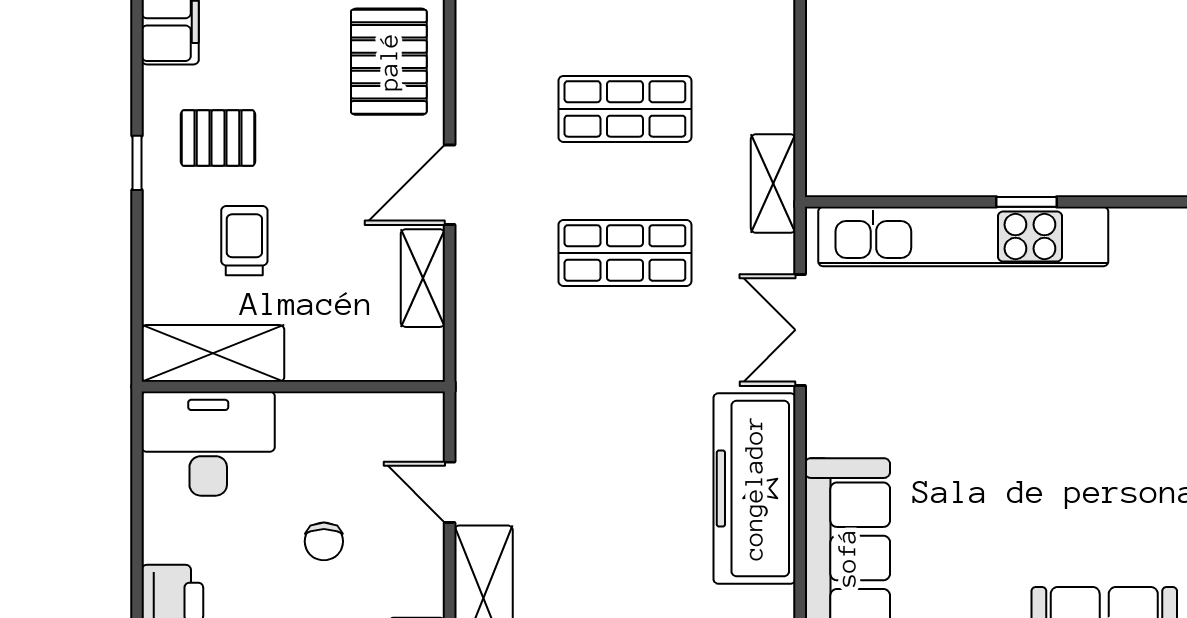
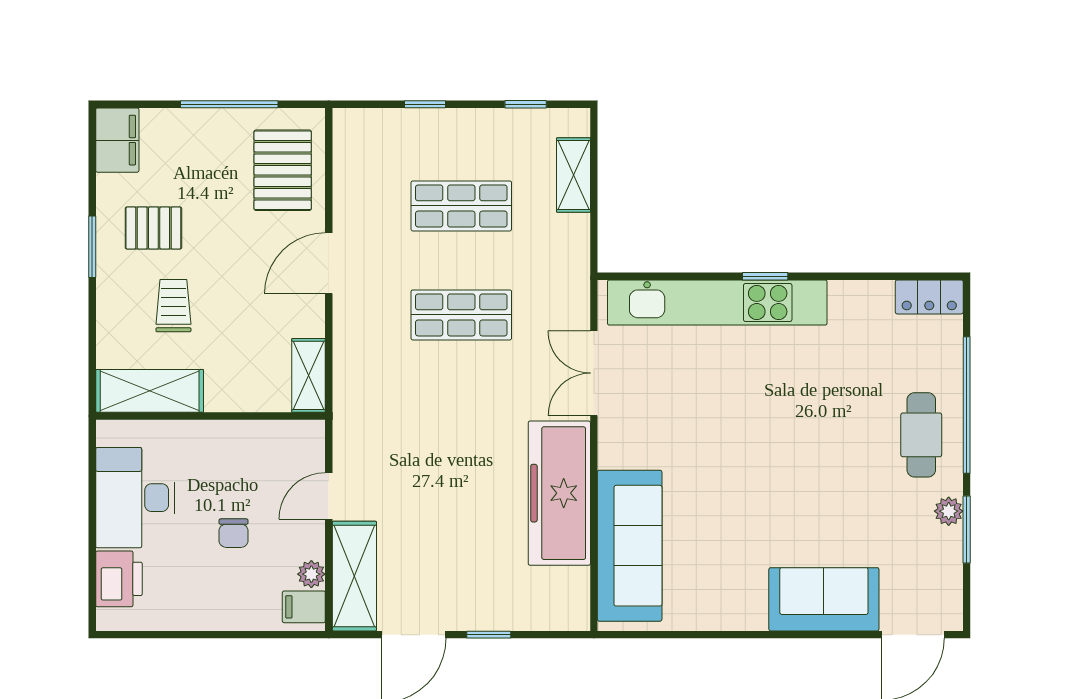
window: (137, 163) -> (92, 247), width x1.50
shelving: (773, 184) -> (574, 175), moved
shelving: (423, 278) -> (308, 375), moved
desk: (208, 444) -> (135, 498), moved, turned -90
door: (450, 492) -> (329, 496), hinge flipped
plant: (427, 596) -> (311, 574), added

